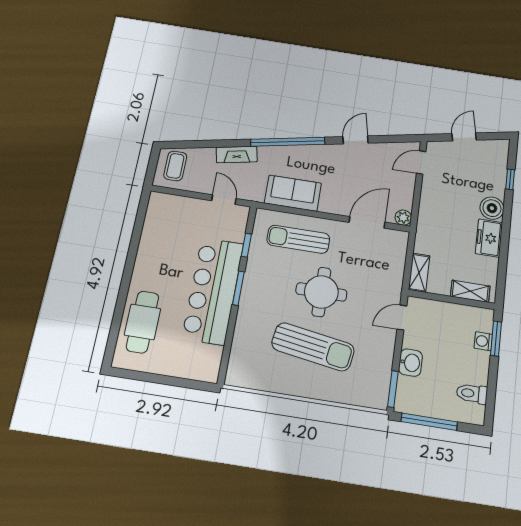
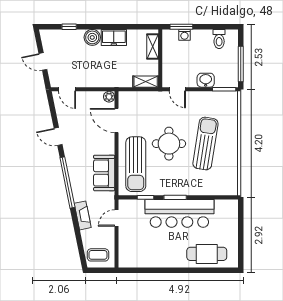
sun lounger: (298, 239) -> (136, 164), width x1.36, depth x1.34

